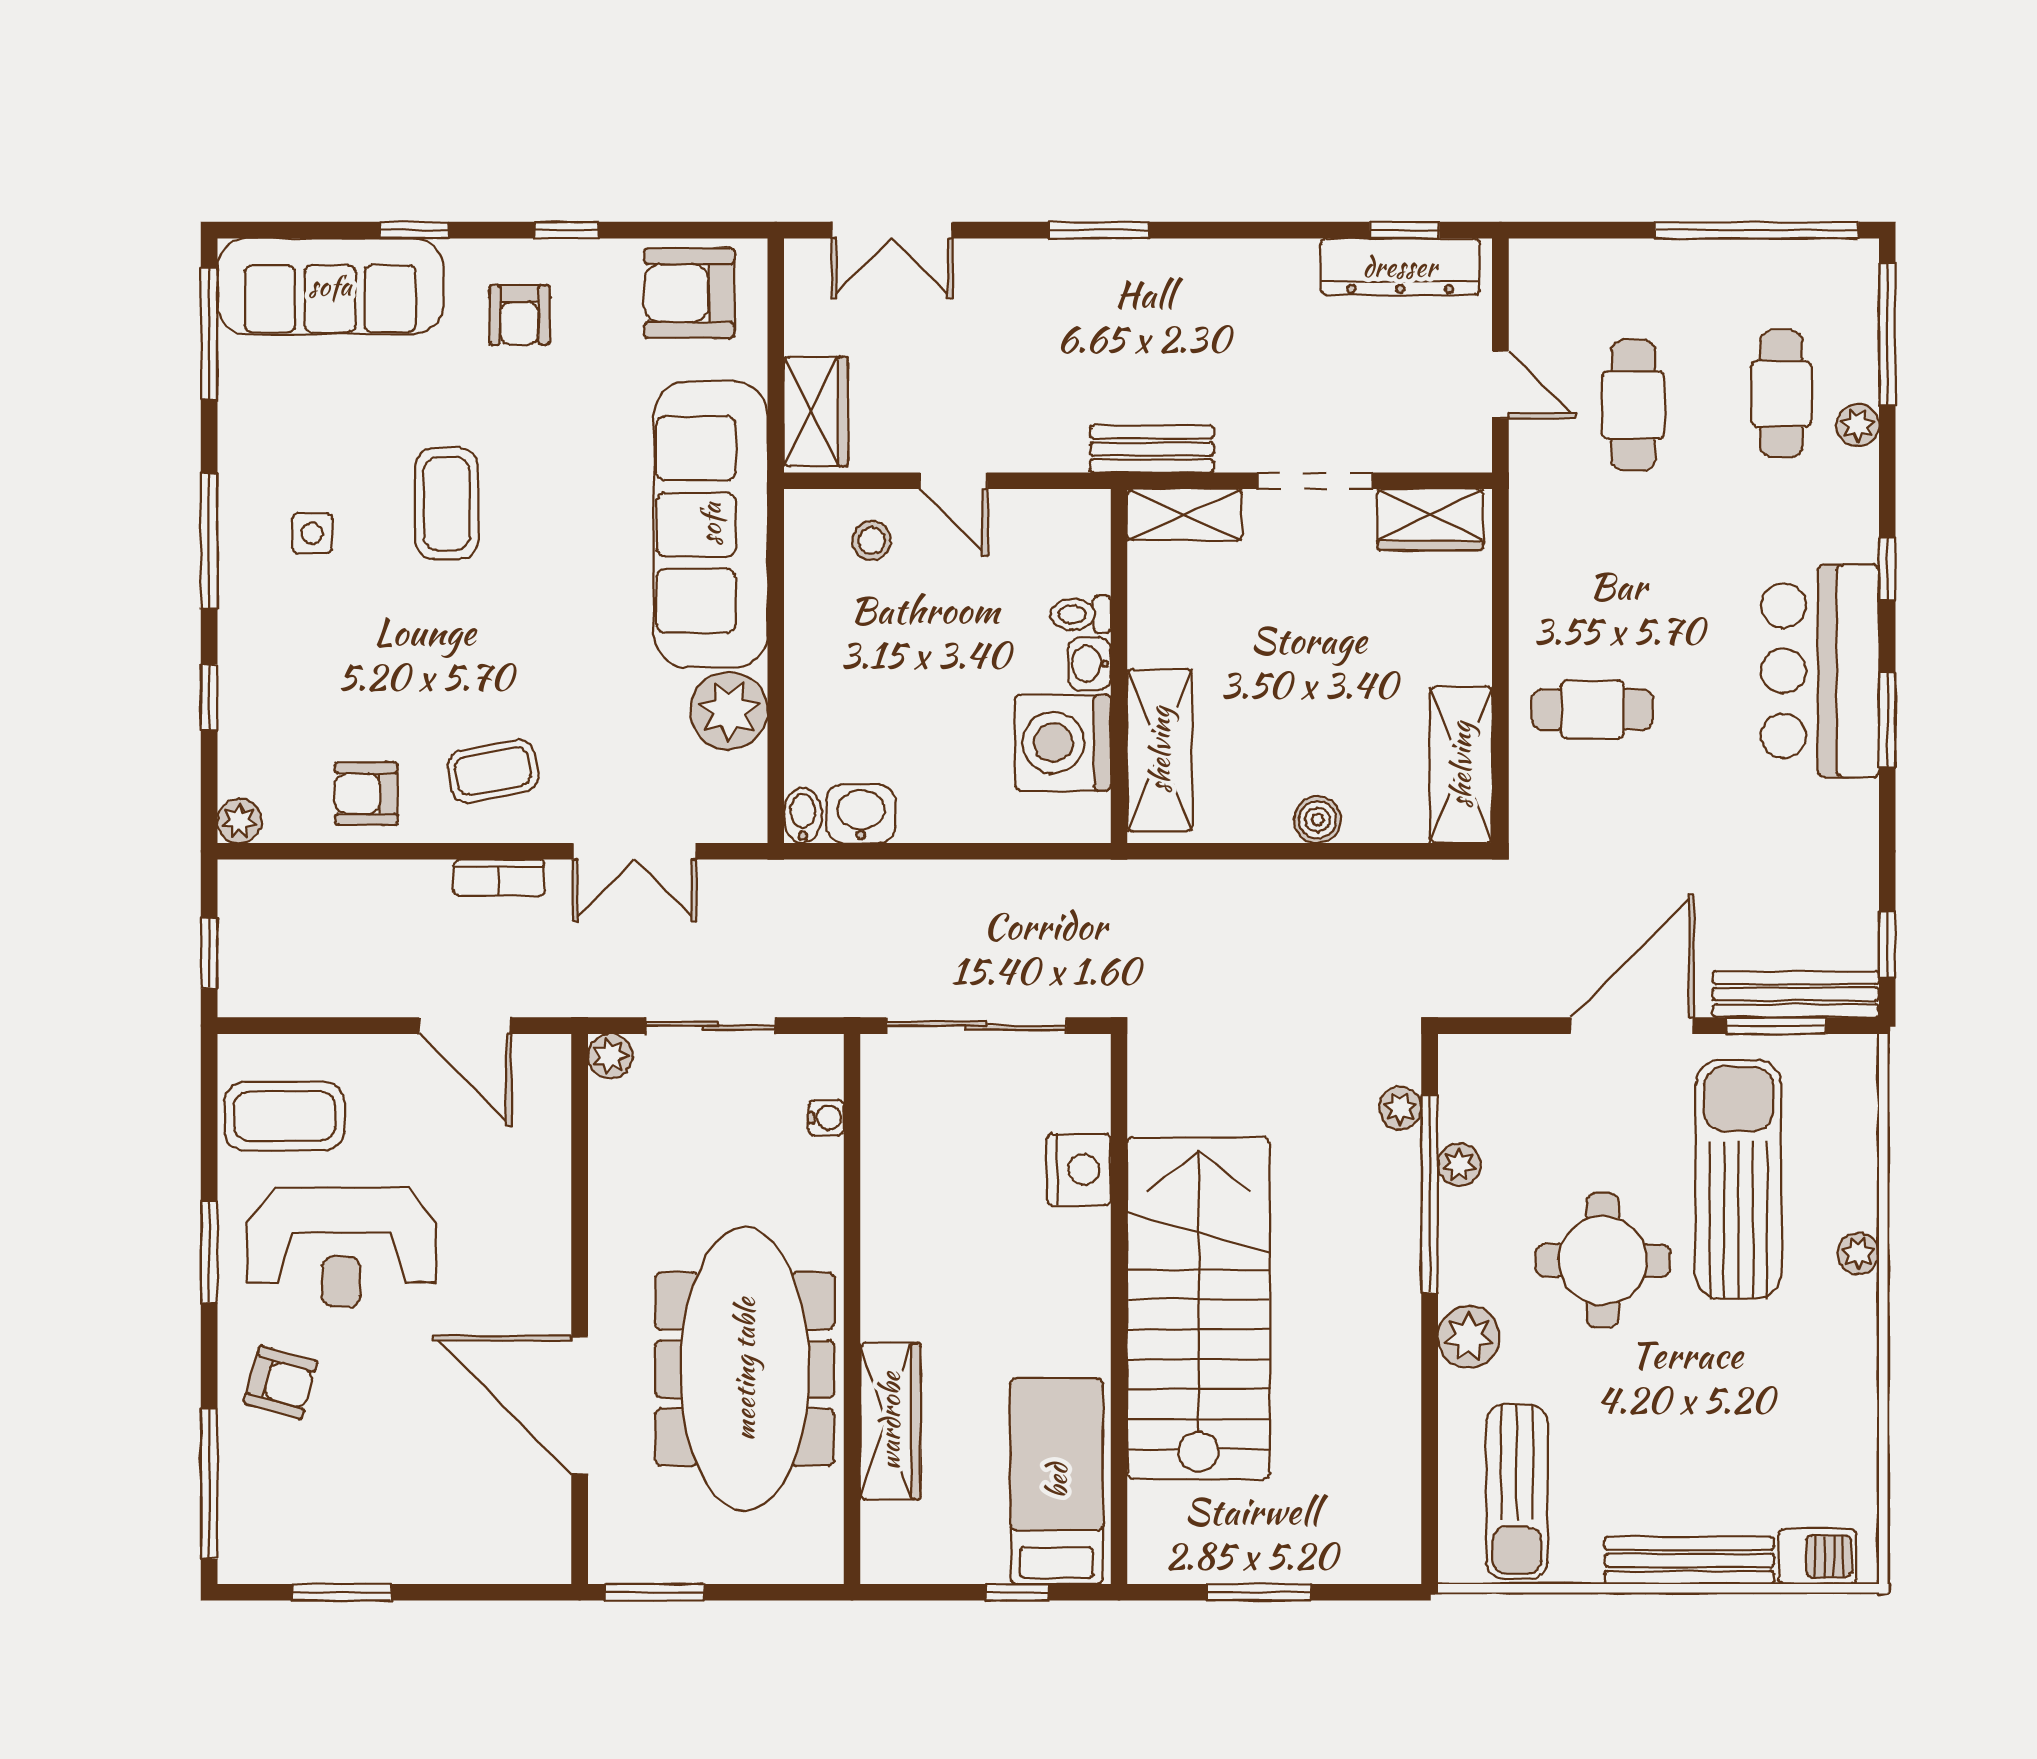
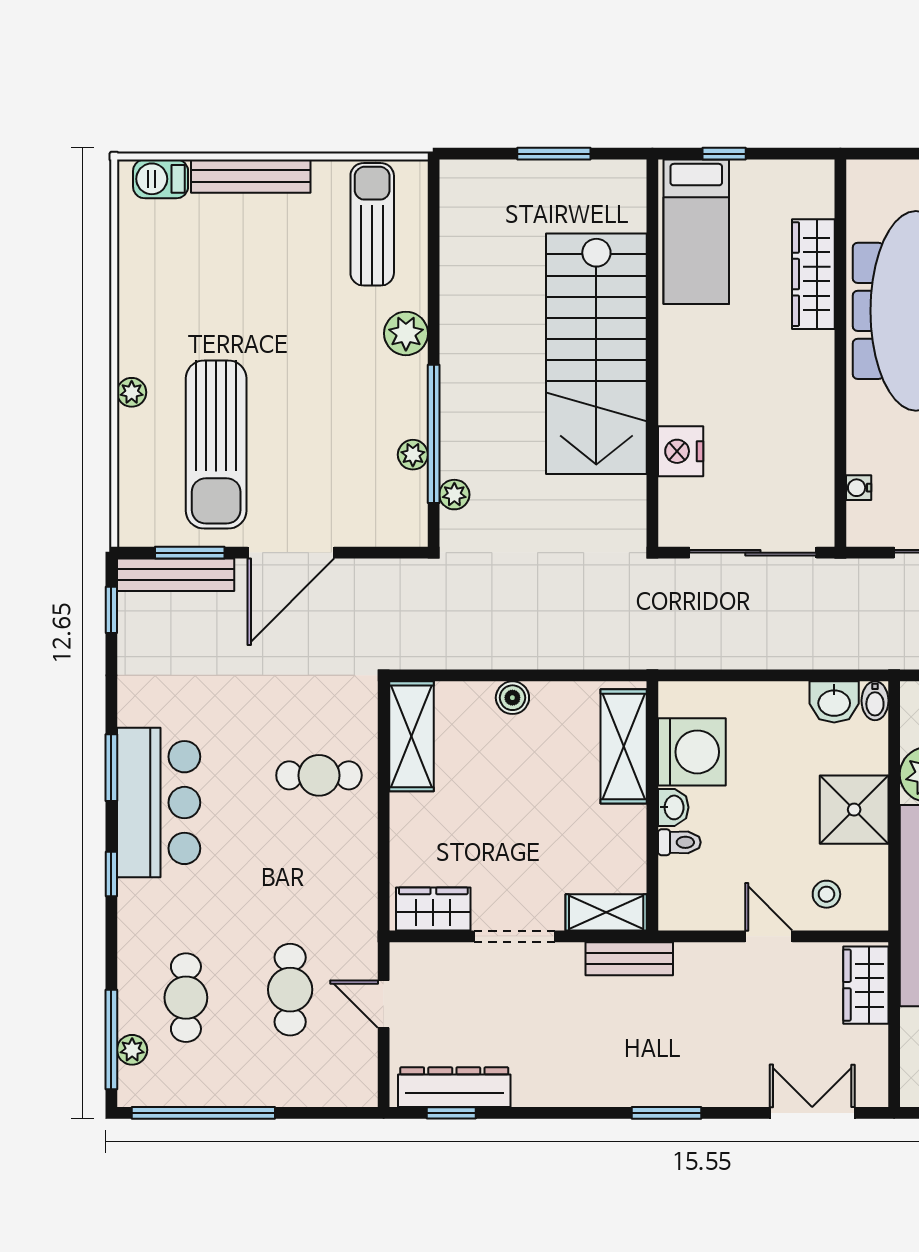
plant: (1858, 425) -> (132, 1050), moved
shower: (832, 661) -> (854, 810), added
round table: (1603, 1260) -> (312, 387), removed

